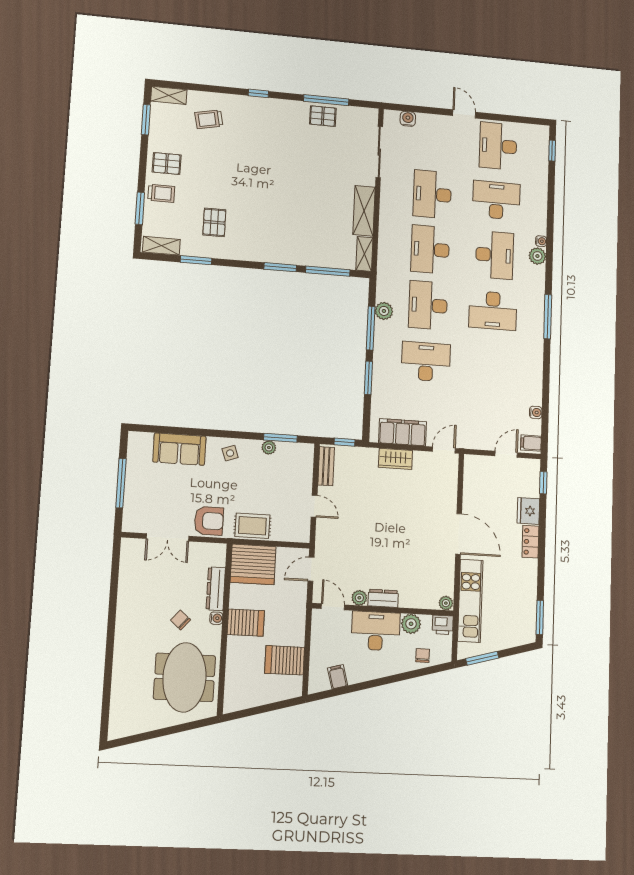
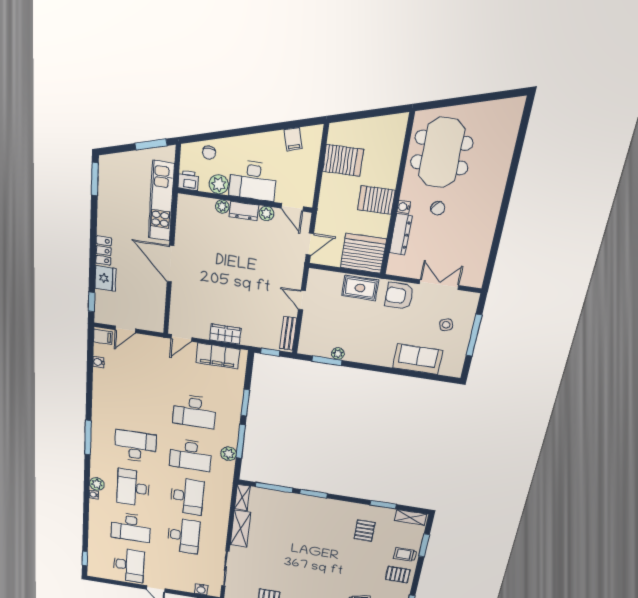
desk: (428, 305) -> (191, 455), turned 90
side table: (230, 453) -> (446, 325), moved
plant: (446, 603) -> (222, 207), moved

